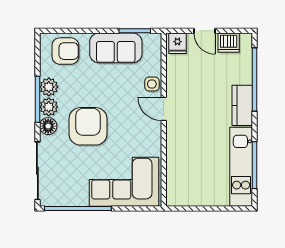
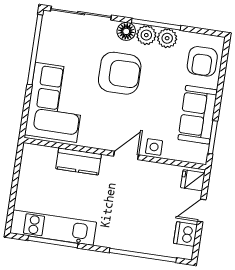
kitchen counter: (242, 105) -> (79, 161), moved, turned 180

